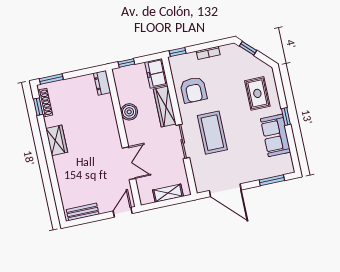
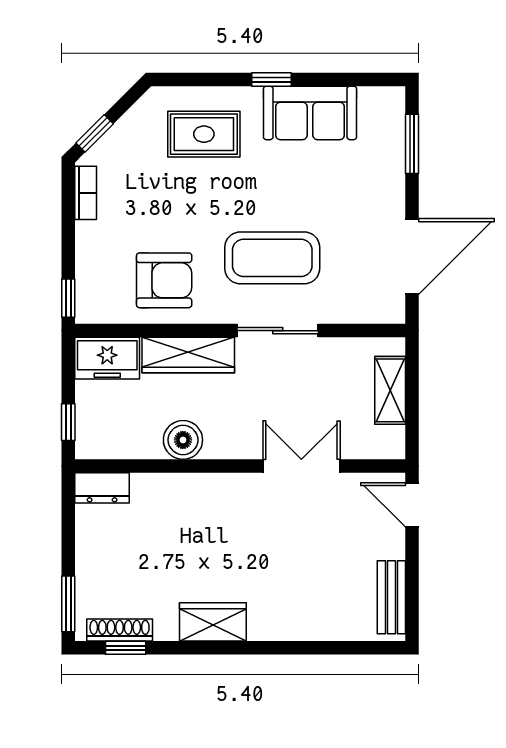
bookcase: (208, 53) -> (86, 193), moved

